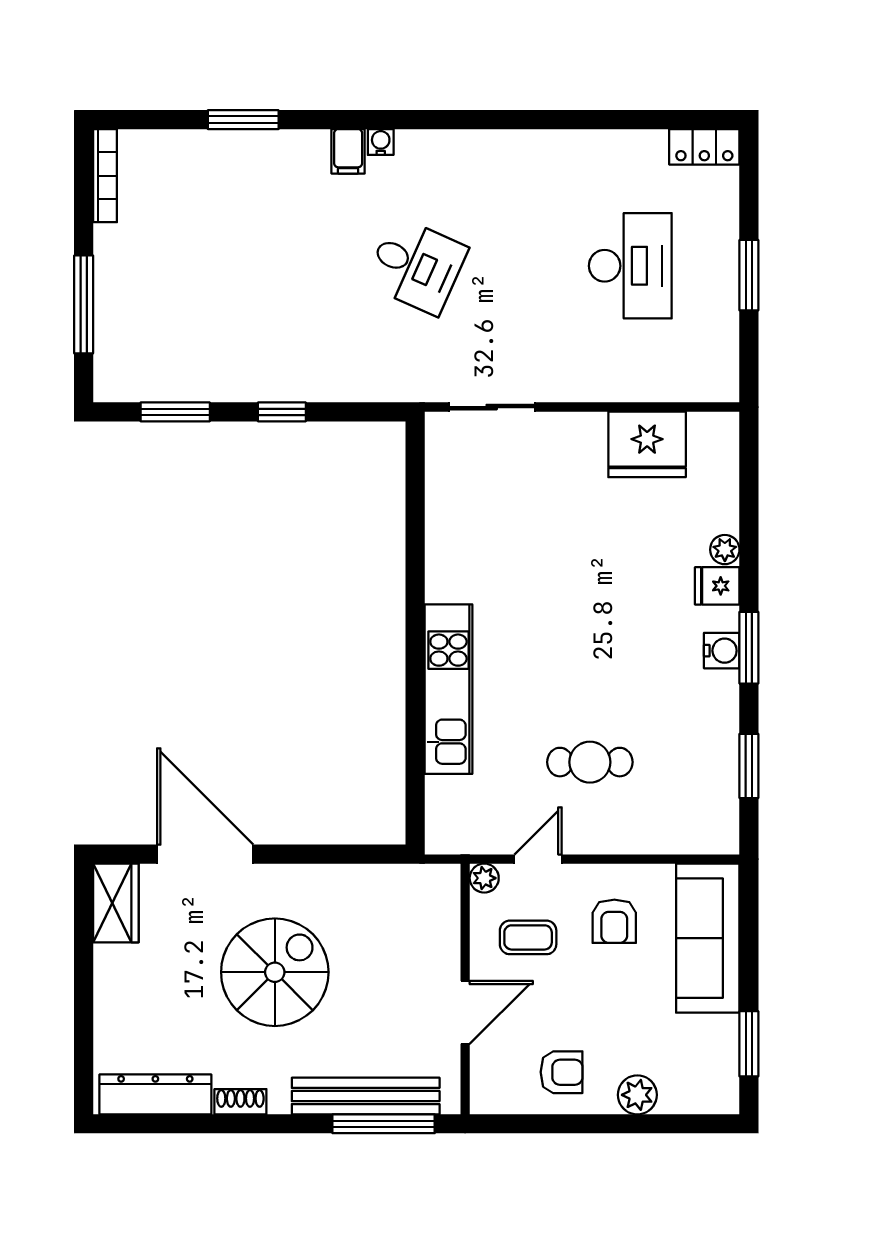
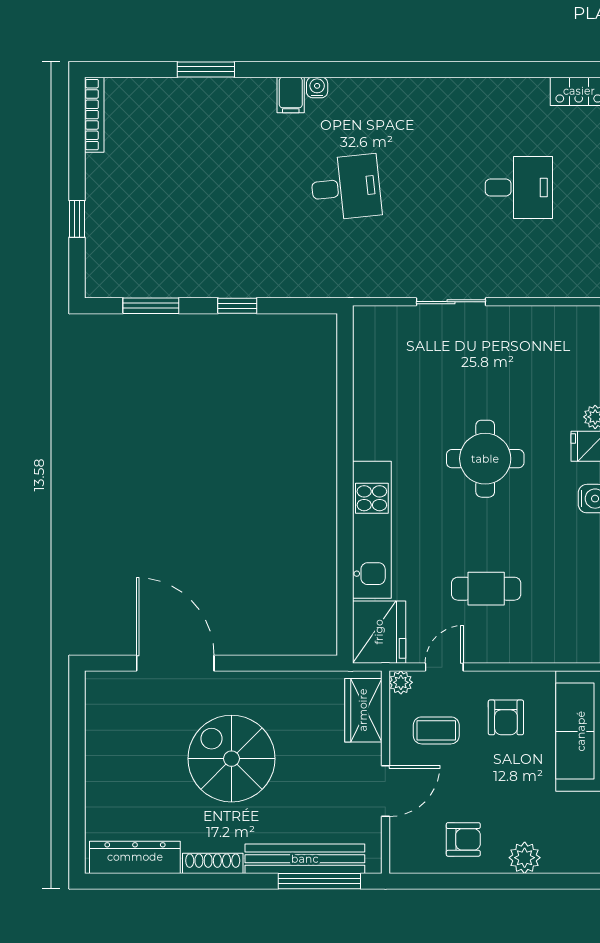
desk: (416, 266) -> (346, 188), turned -30
desk: (630, 266) -> (519, 188), width x0.73
window: (84, 304) -> (77, 219), width x0.46
sliding door: (492, 407) -> (451, 302), moved
fridge: (647, 444) -> (379, 632), moved, turned -90
round table: (589, 601) -> (485, 459), added
wardrobe: (116, 903) -> (363, 710), moved, turned 180
spiral stairs: (275, 972) -> (231, 759), turned -90
shoe rack: (240, 1102) -> (213, 863), width x1.43

